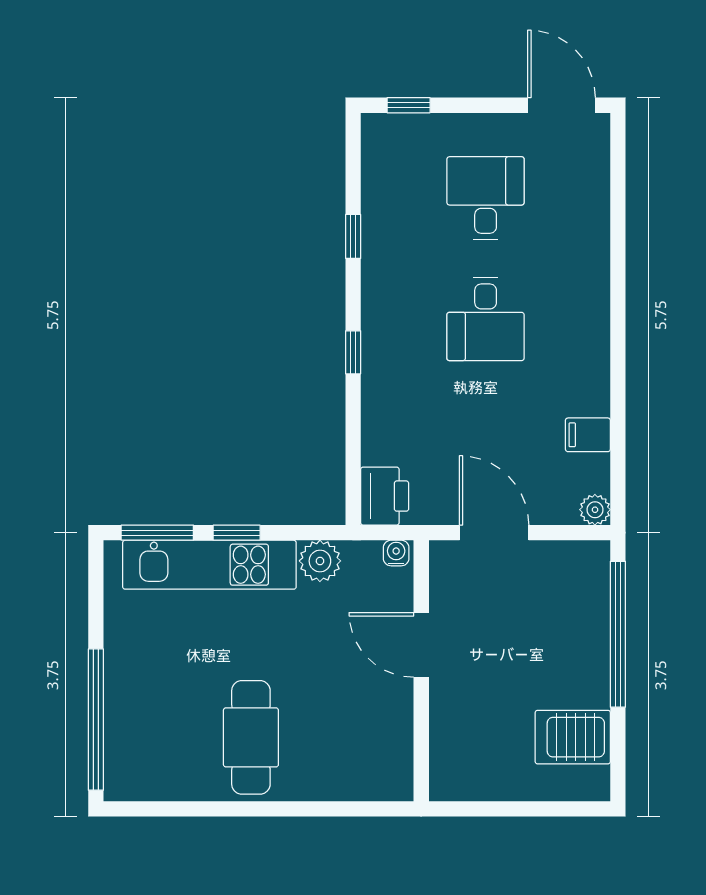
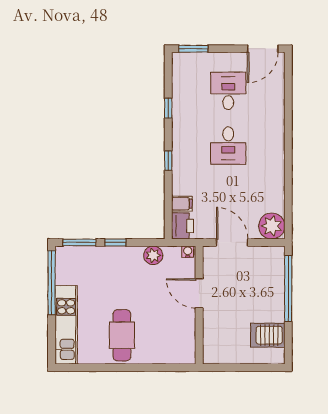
window: (409, 105) -> (193, 49), width x1.50
door: (561, 105) -> (263, 49), swing flipped
filing cabinet: (588, 435) -> (182, 204), moved, turned 180
plant: (595, 510) -> (272, 226), width x1.88, depth x1.88
kitchen unit: (209, 565) -> (66, 325), moved, turned -90
window: (96, 720) -> (52, 283), moved

